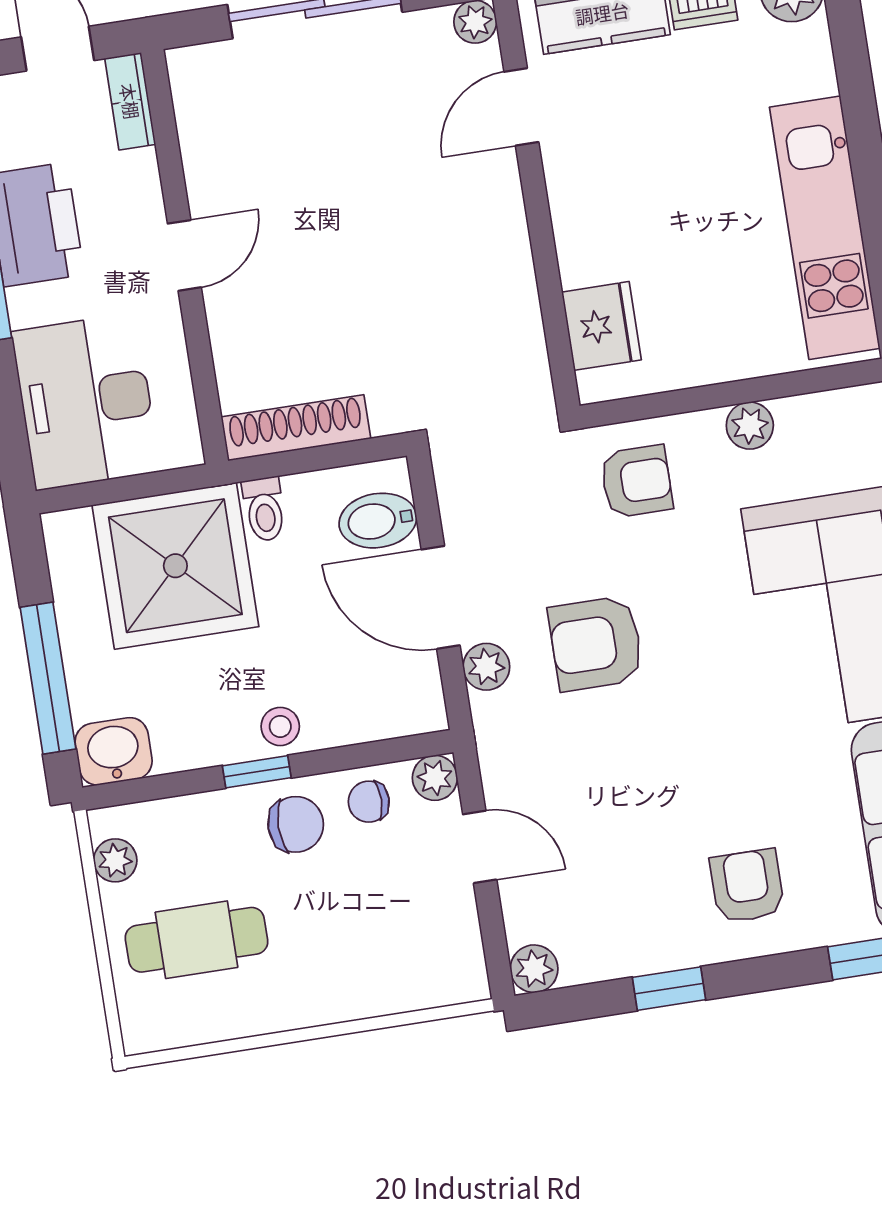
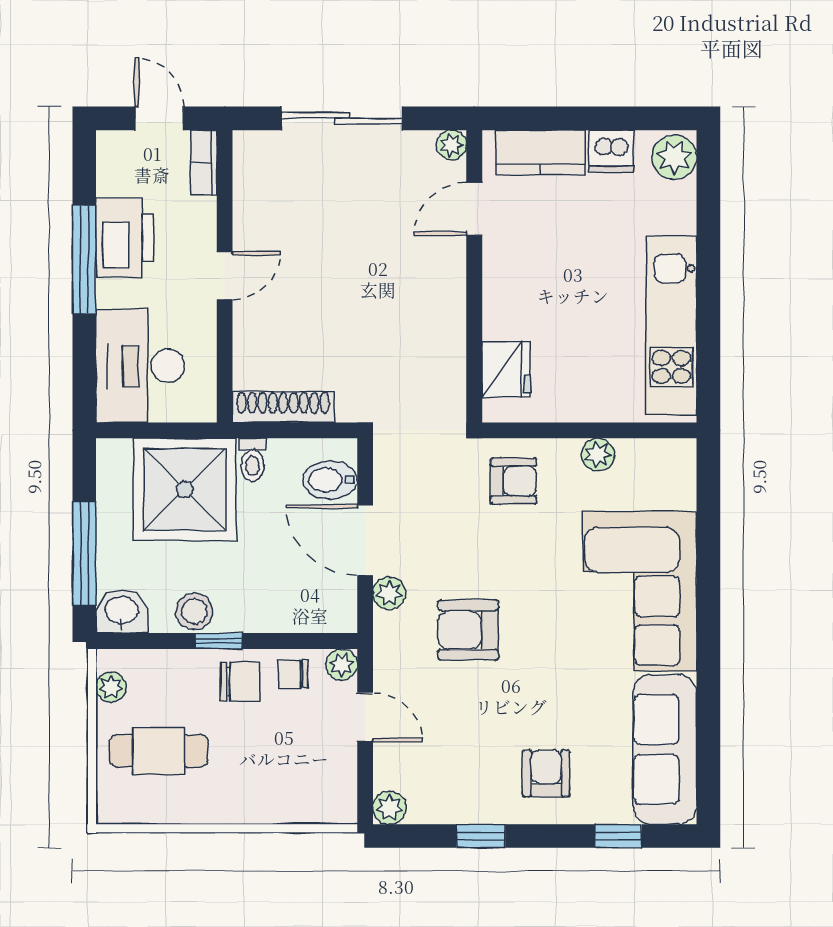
armchair: (596, 643) -> (468, 630), moved
stool: (280, 726) -> (194, 611), moved, width x1.37, depth x1.37

